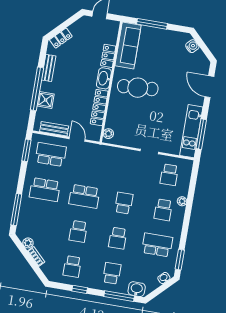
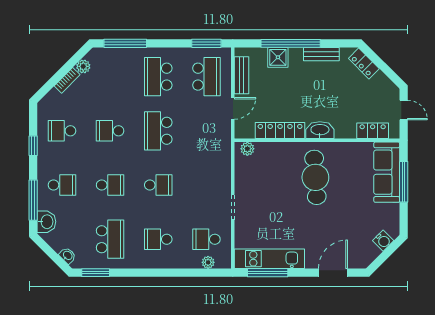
sofa: (128, 46) -> (387, 172), moved, turned 90
locker: (108, 56) -> (373, 131), moved
plant: (182, 201) -> (208, 262), moved
school desk: (118, 238) -> (110, 185), turned 180

